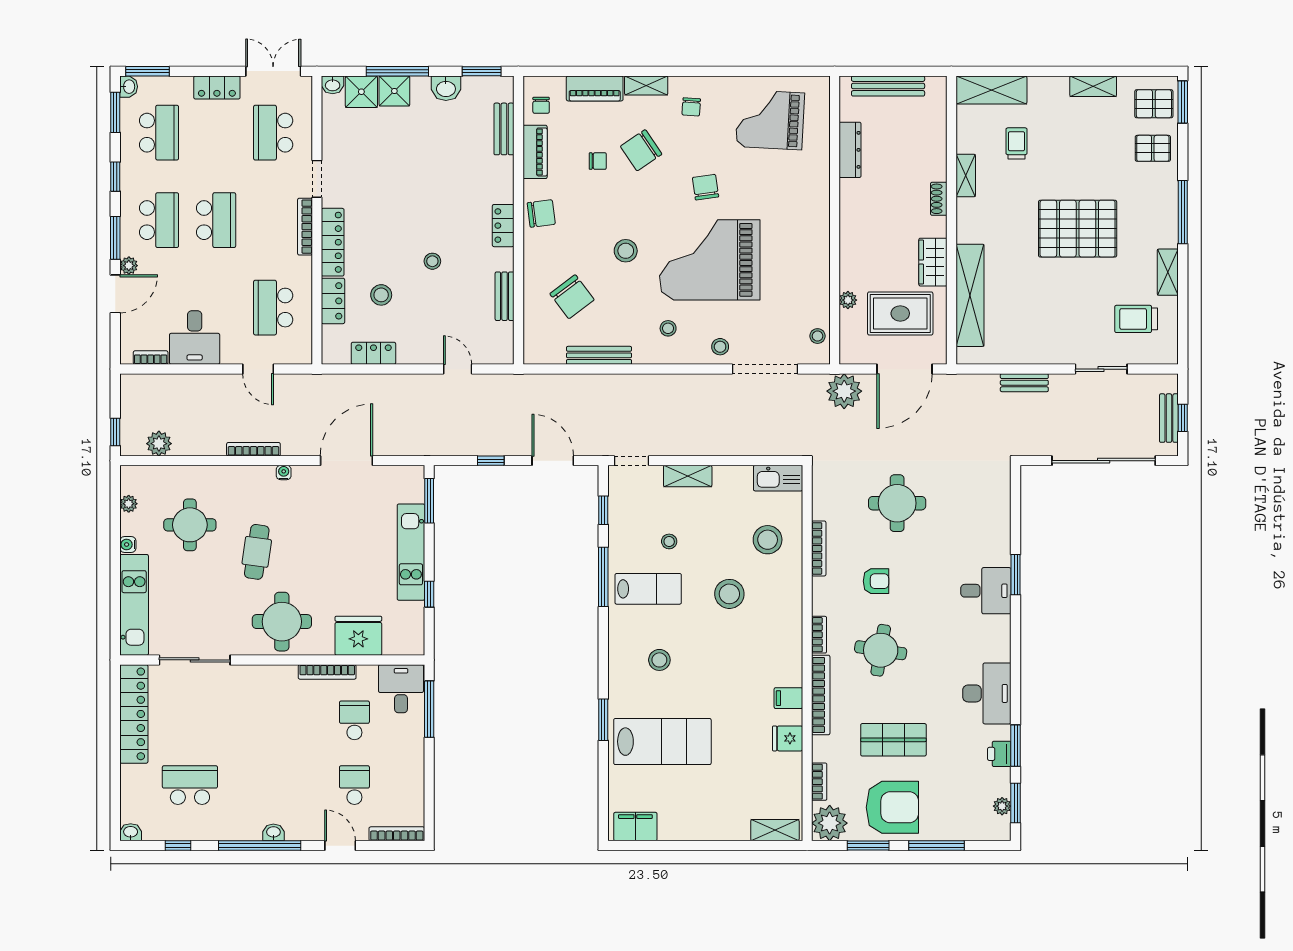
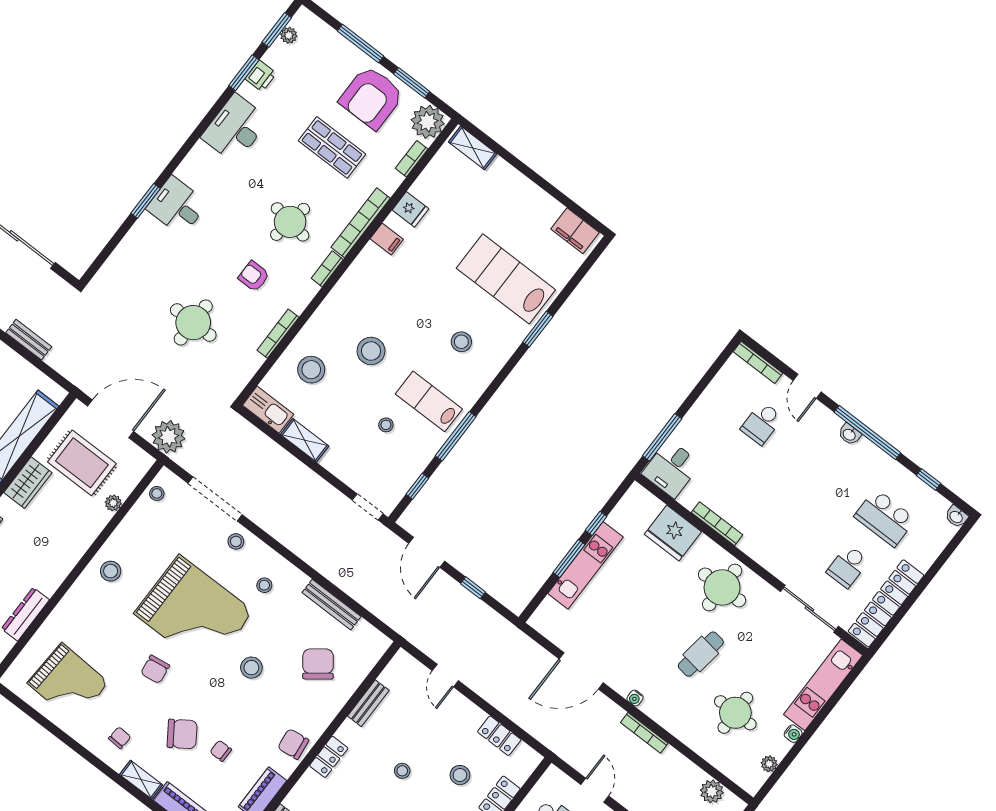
stool: (806, 241) -> (111, 571), added
shelving: (688, 476) -> (305, 440), moved
window: (429, 501) -> (569, 559), moved
school desk: (354, 720) -> (848, 566), moved
armchair: (892, 807) -> (372, 98), turned -90

